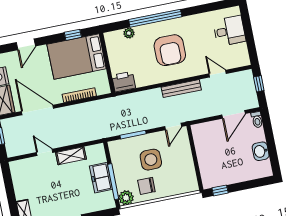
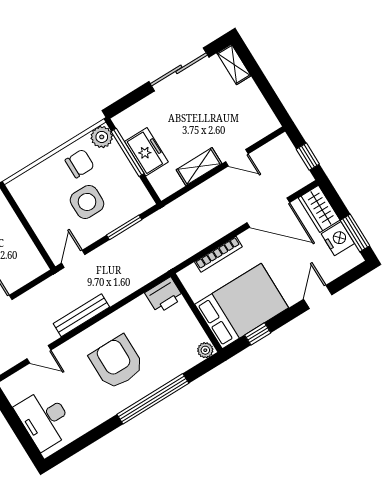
desk: (229, 31) -> (45, 419), width x1.37
plant: (129, 33) -> (205, 350), moved

